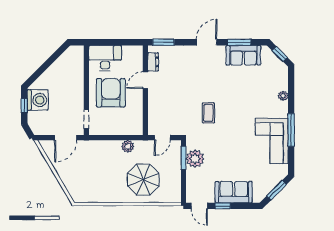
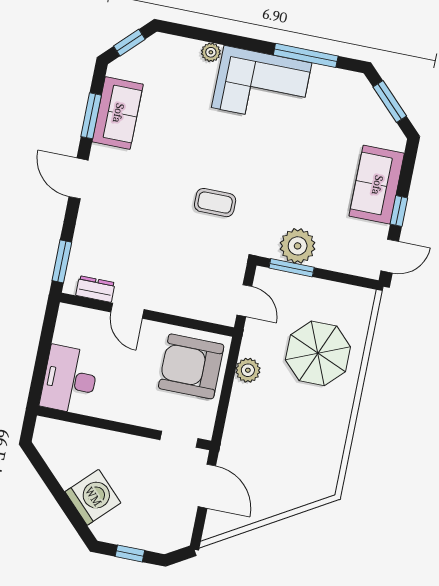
armchair: (111, 93) -> (191, 366), moved
washing machine: (38, 100) -> (93, 497), moved, turned 45
window: (291, 130) -> (306, 55), moved
corner sofa: (272, 141) -> (262, 85), moved

